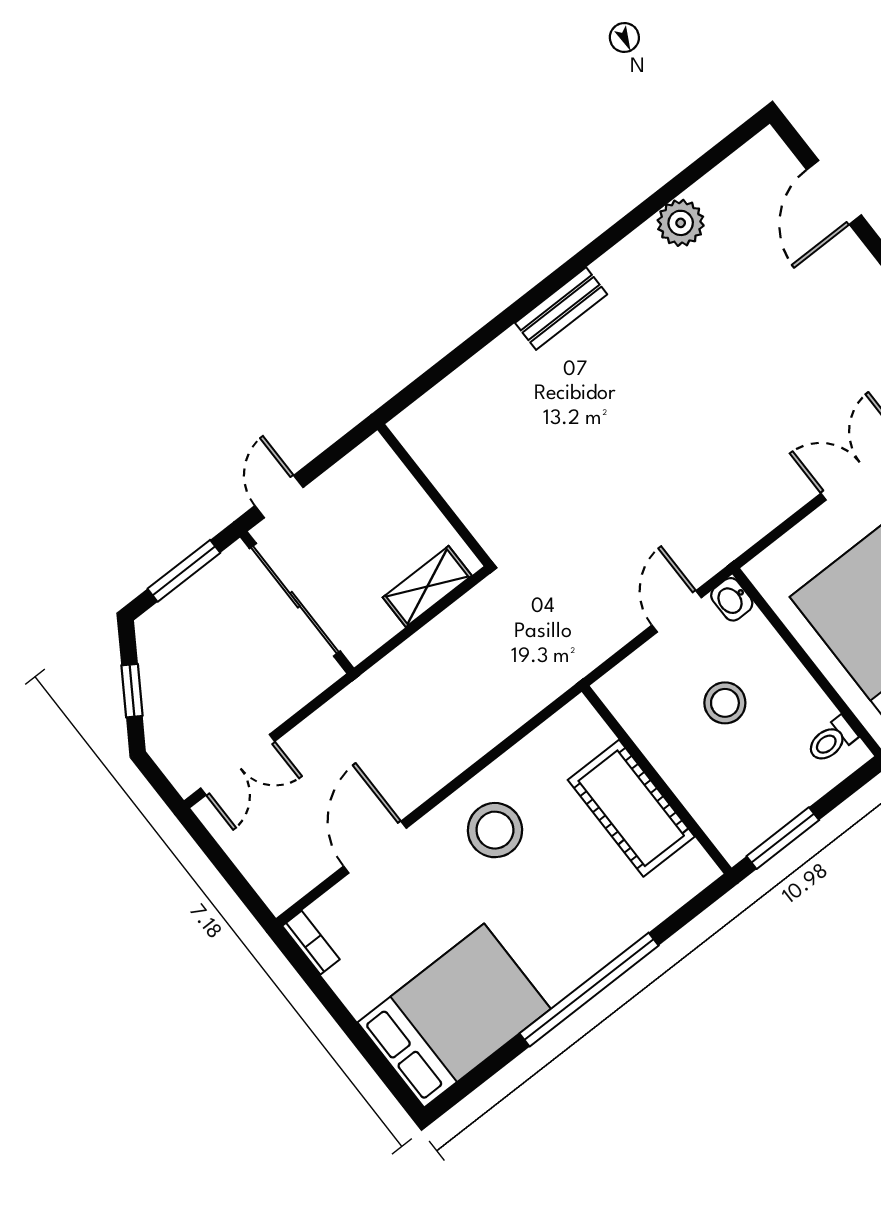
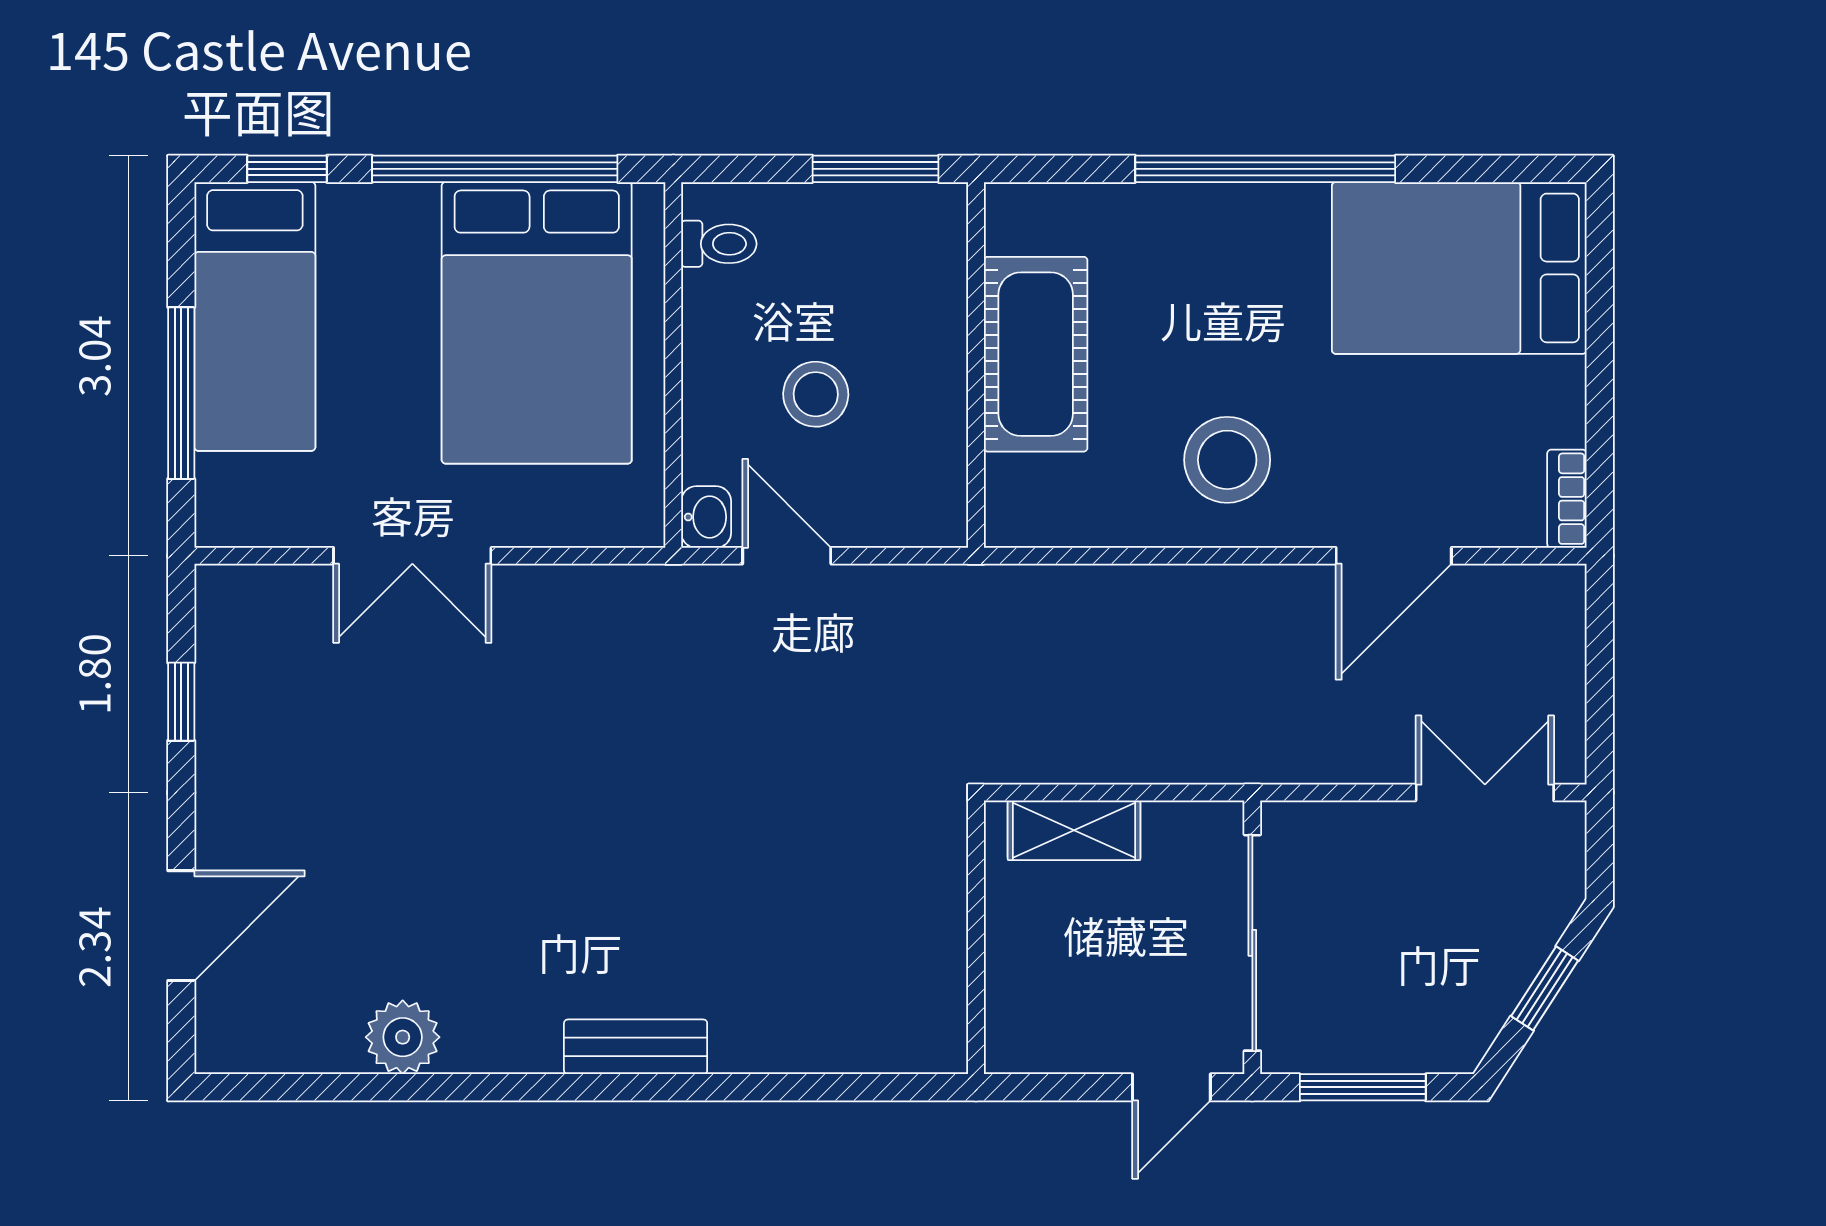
door: (677, 611) -> (787, 556), swing flipped

